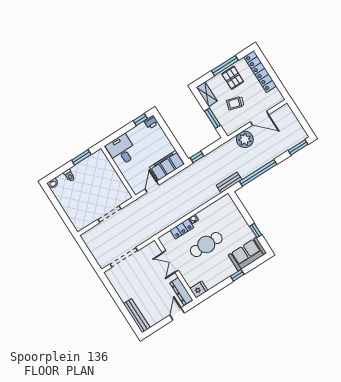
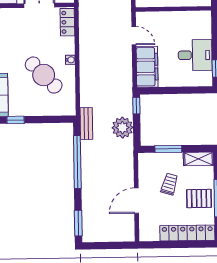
printer: (151, 122) -> (206, 79), removed
plant: (245, 139) -> (122, 128), moved
desk: (122, 150) -> (195, 55), moved
locker: (182, 229) -> (67, 22), moved
cafe table: (206, 245) -> (44, 75), moved, turned -44

